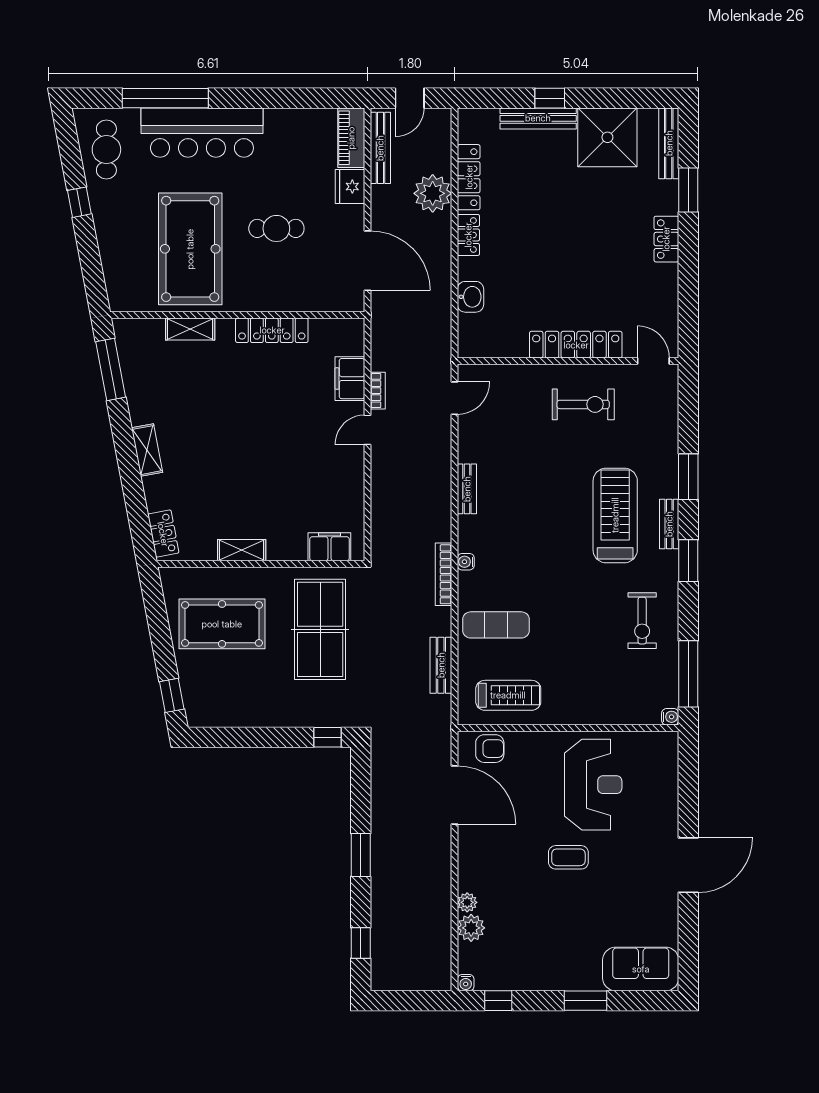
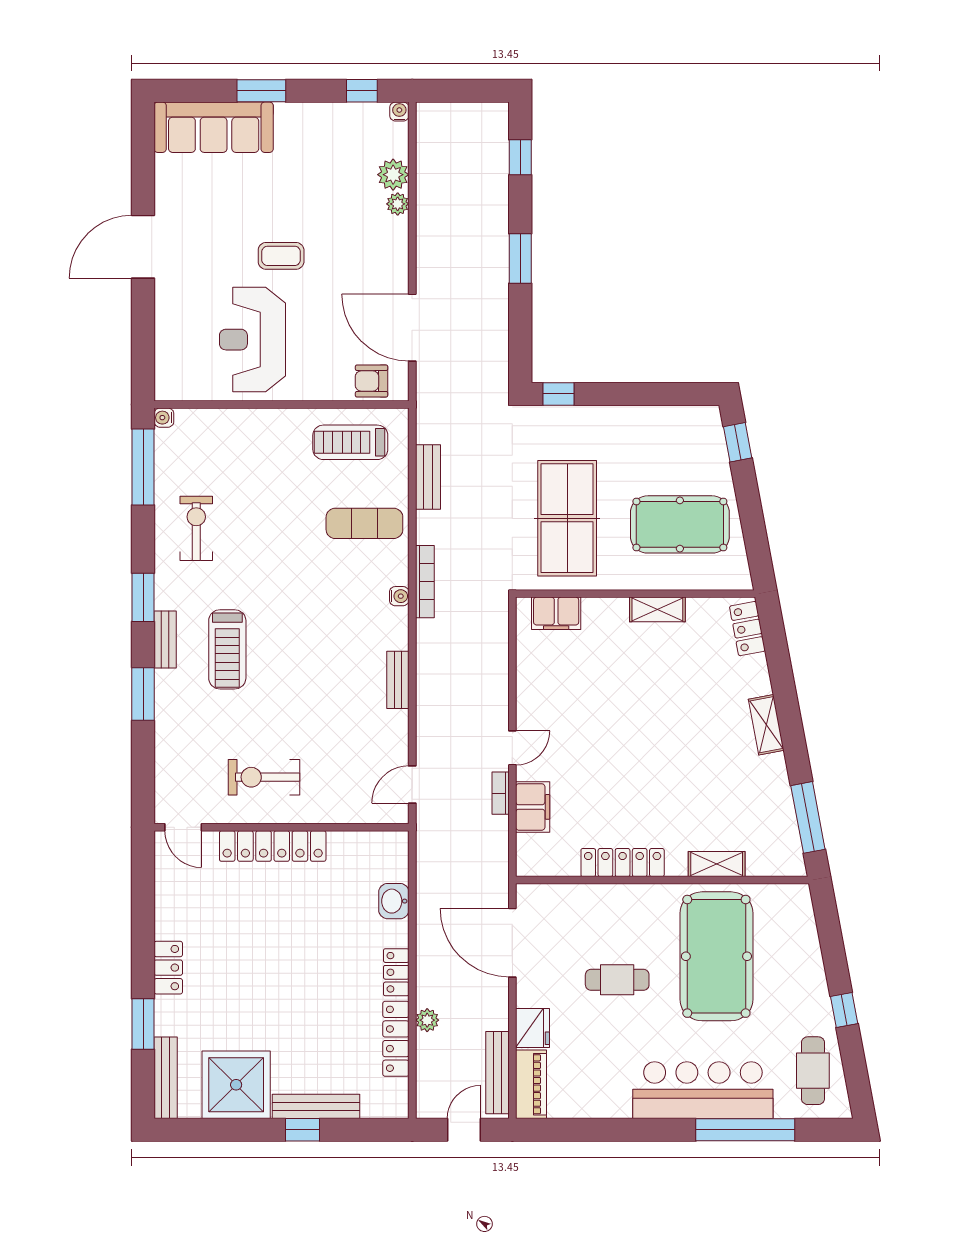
plant: (433, 193) -> (427, 1020), width x0.53, depth x0.53
treadmill: (615, 515) -> (227, 649), width x0.73, depth x0.73
sofa: (641, 969) -> (214, 127), width x1.36

